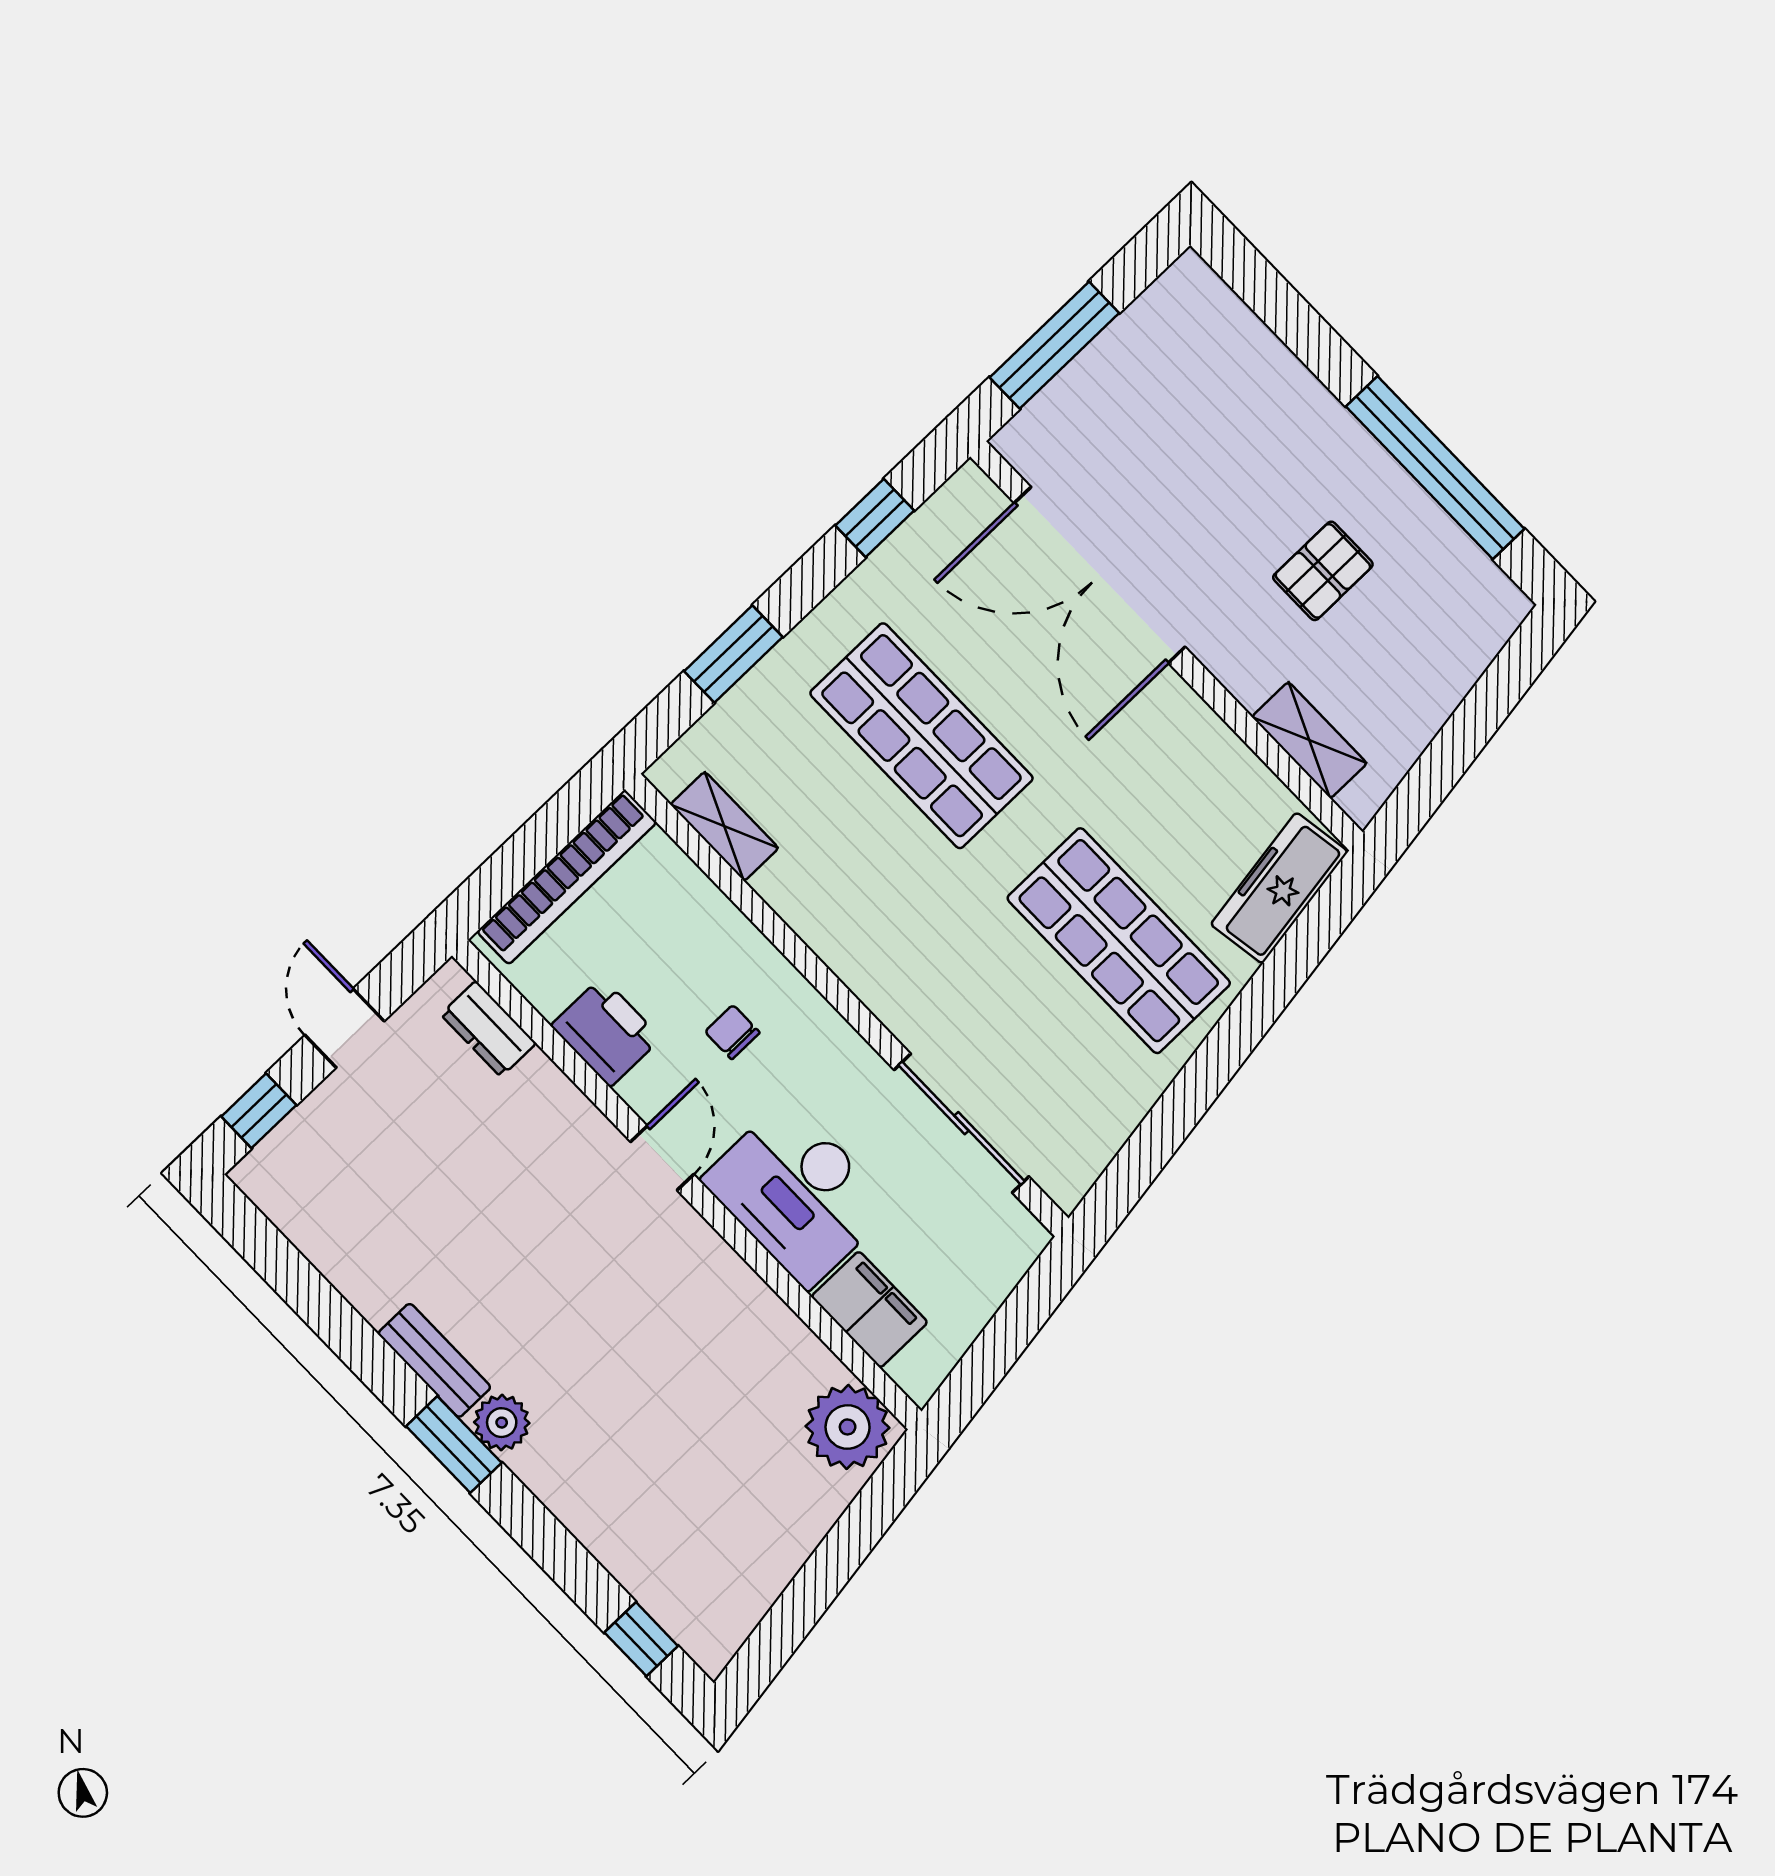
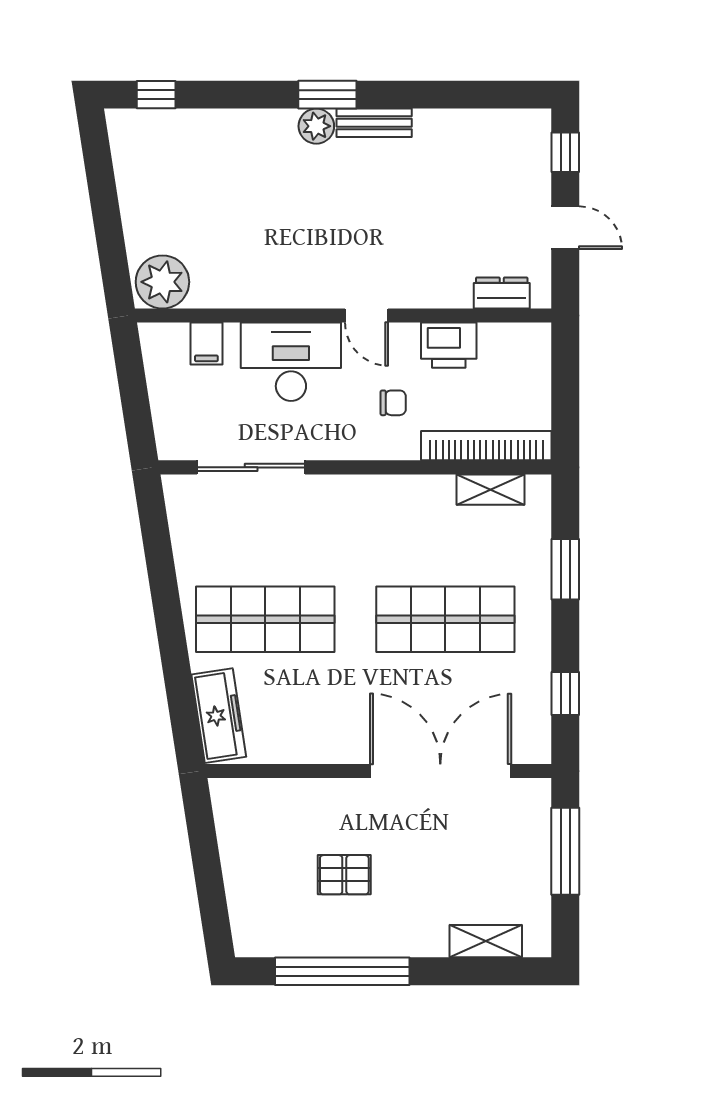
pallet: (1323, 571) -> (344, 875), turned 90
shelving: (1309, 740) -> (486, 941), moved
bookcase: (567, 877) -> (486, 446), moved, turned 90
filing cabinet: (869, 1309) -> (206, 344), width x0.50

